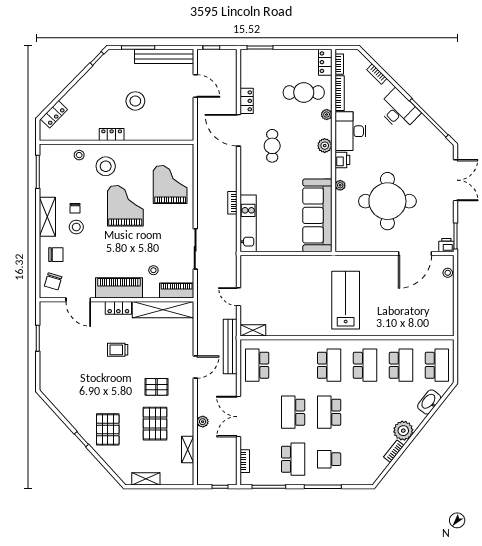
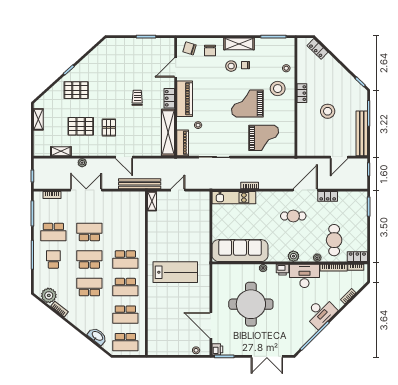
grand piano: (125, 206) -> (247, 104), turned 180
school desk: (257, 365) -> (89, 287), moved
plant: (403, 431) -> (49, 295), moved

